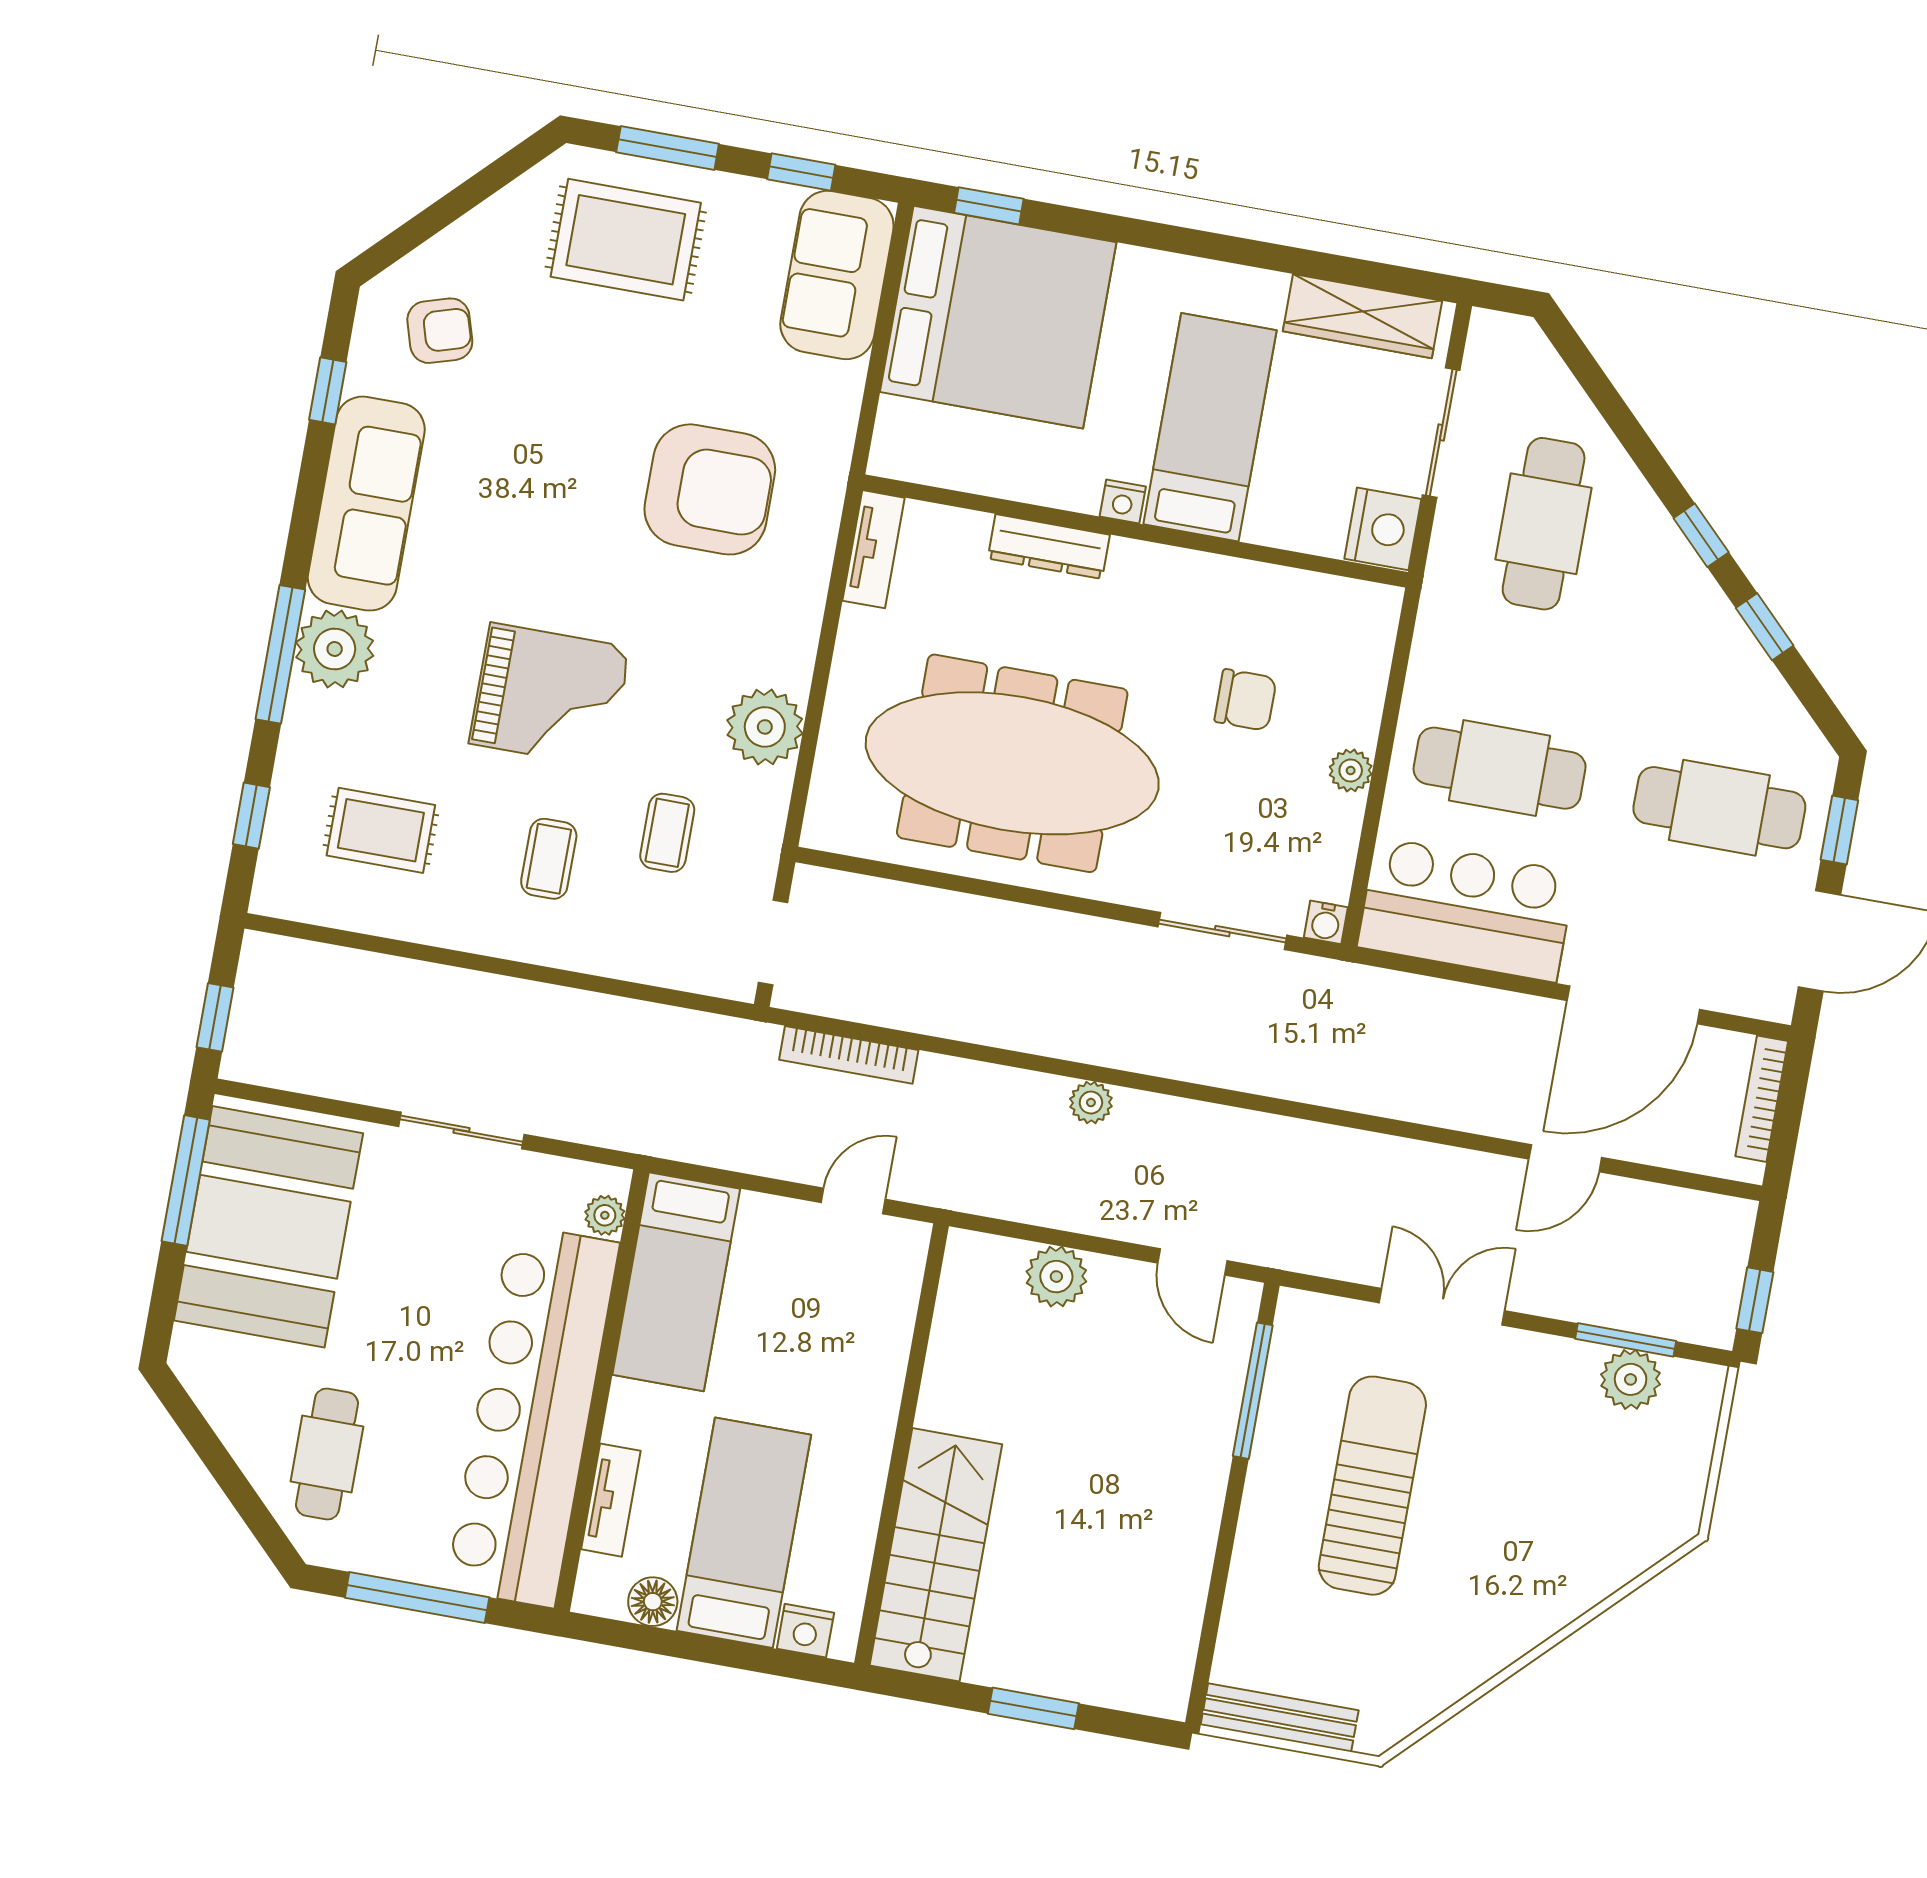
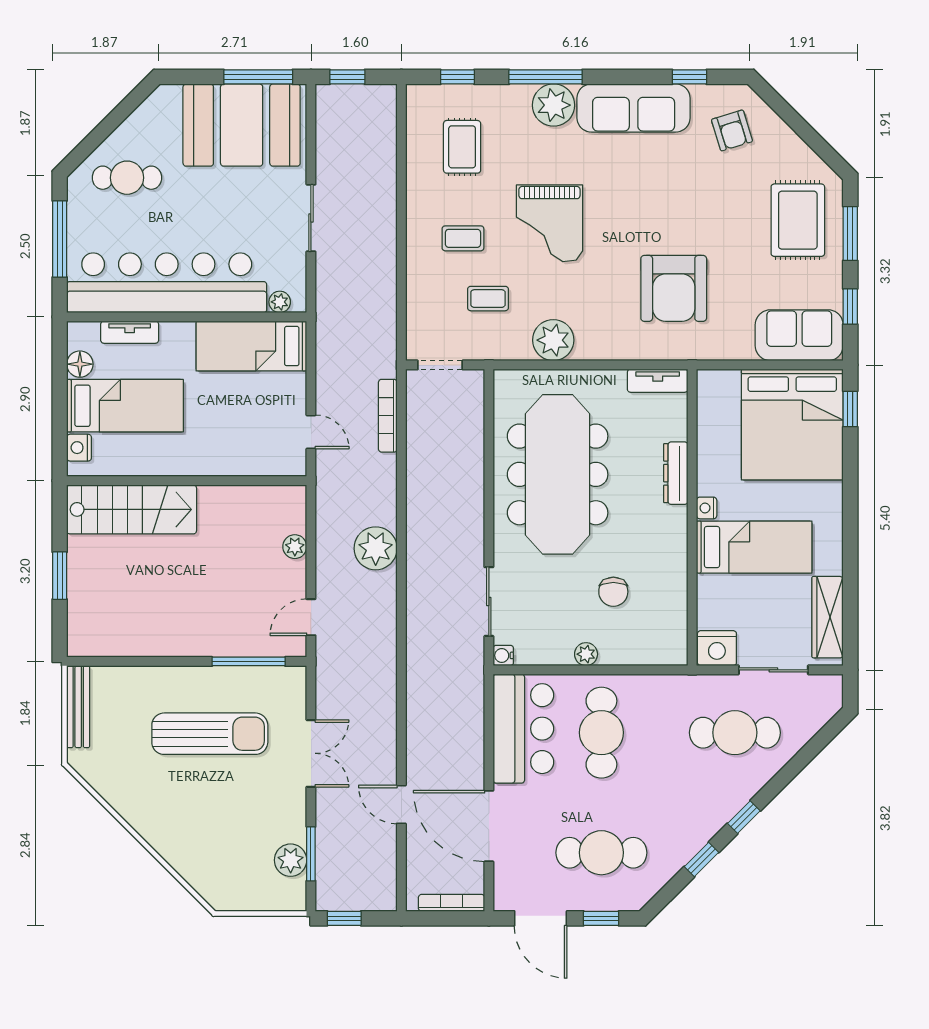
cafe table: (1719, 808) -> (601, 853), turned 90
plant: (1091, 1103) -> (376, 548), width x1.88, depth x1.88
plant: (1056, 1277) -> (295, 547), width x0.73, depth x0.73

